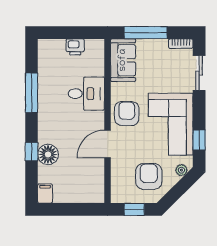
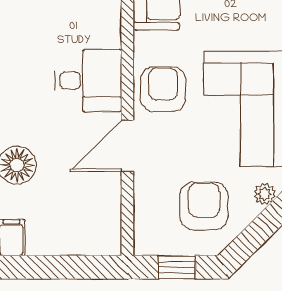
desk: (86, 94) -> (88, 81), moved

